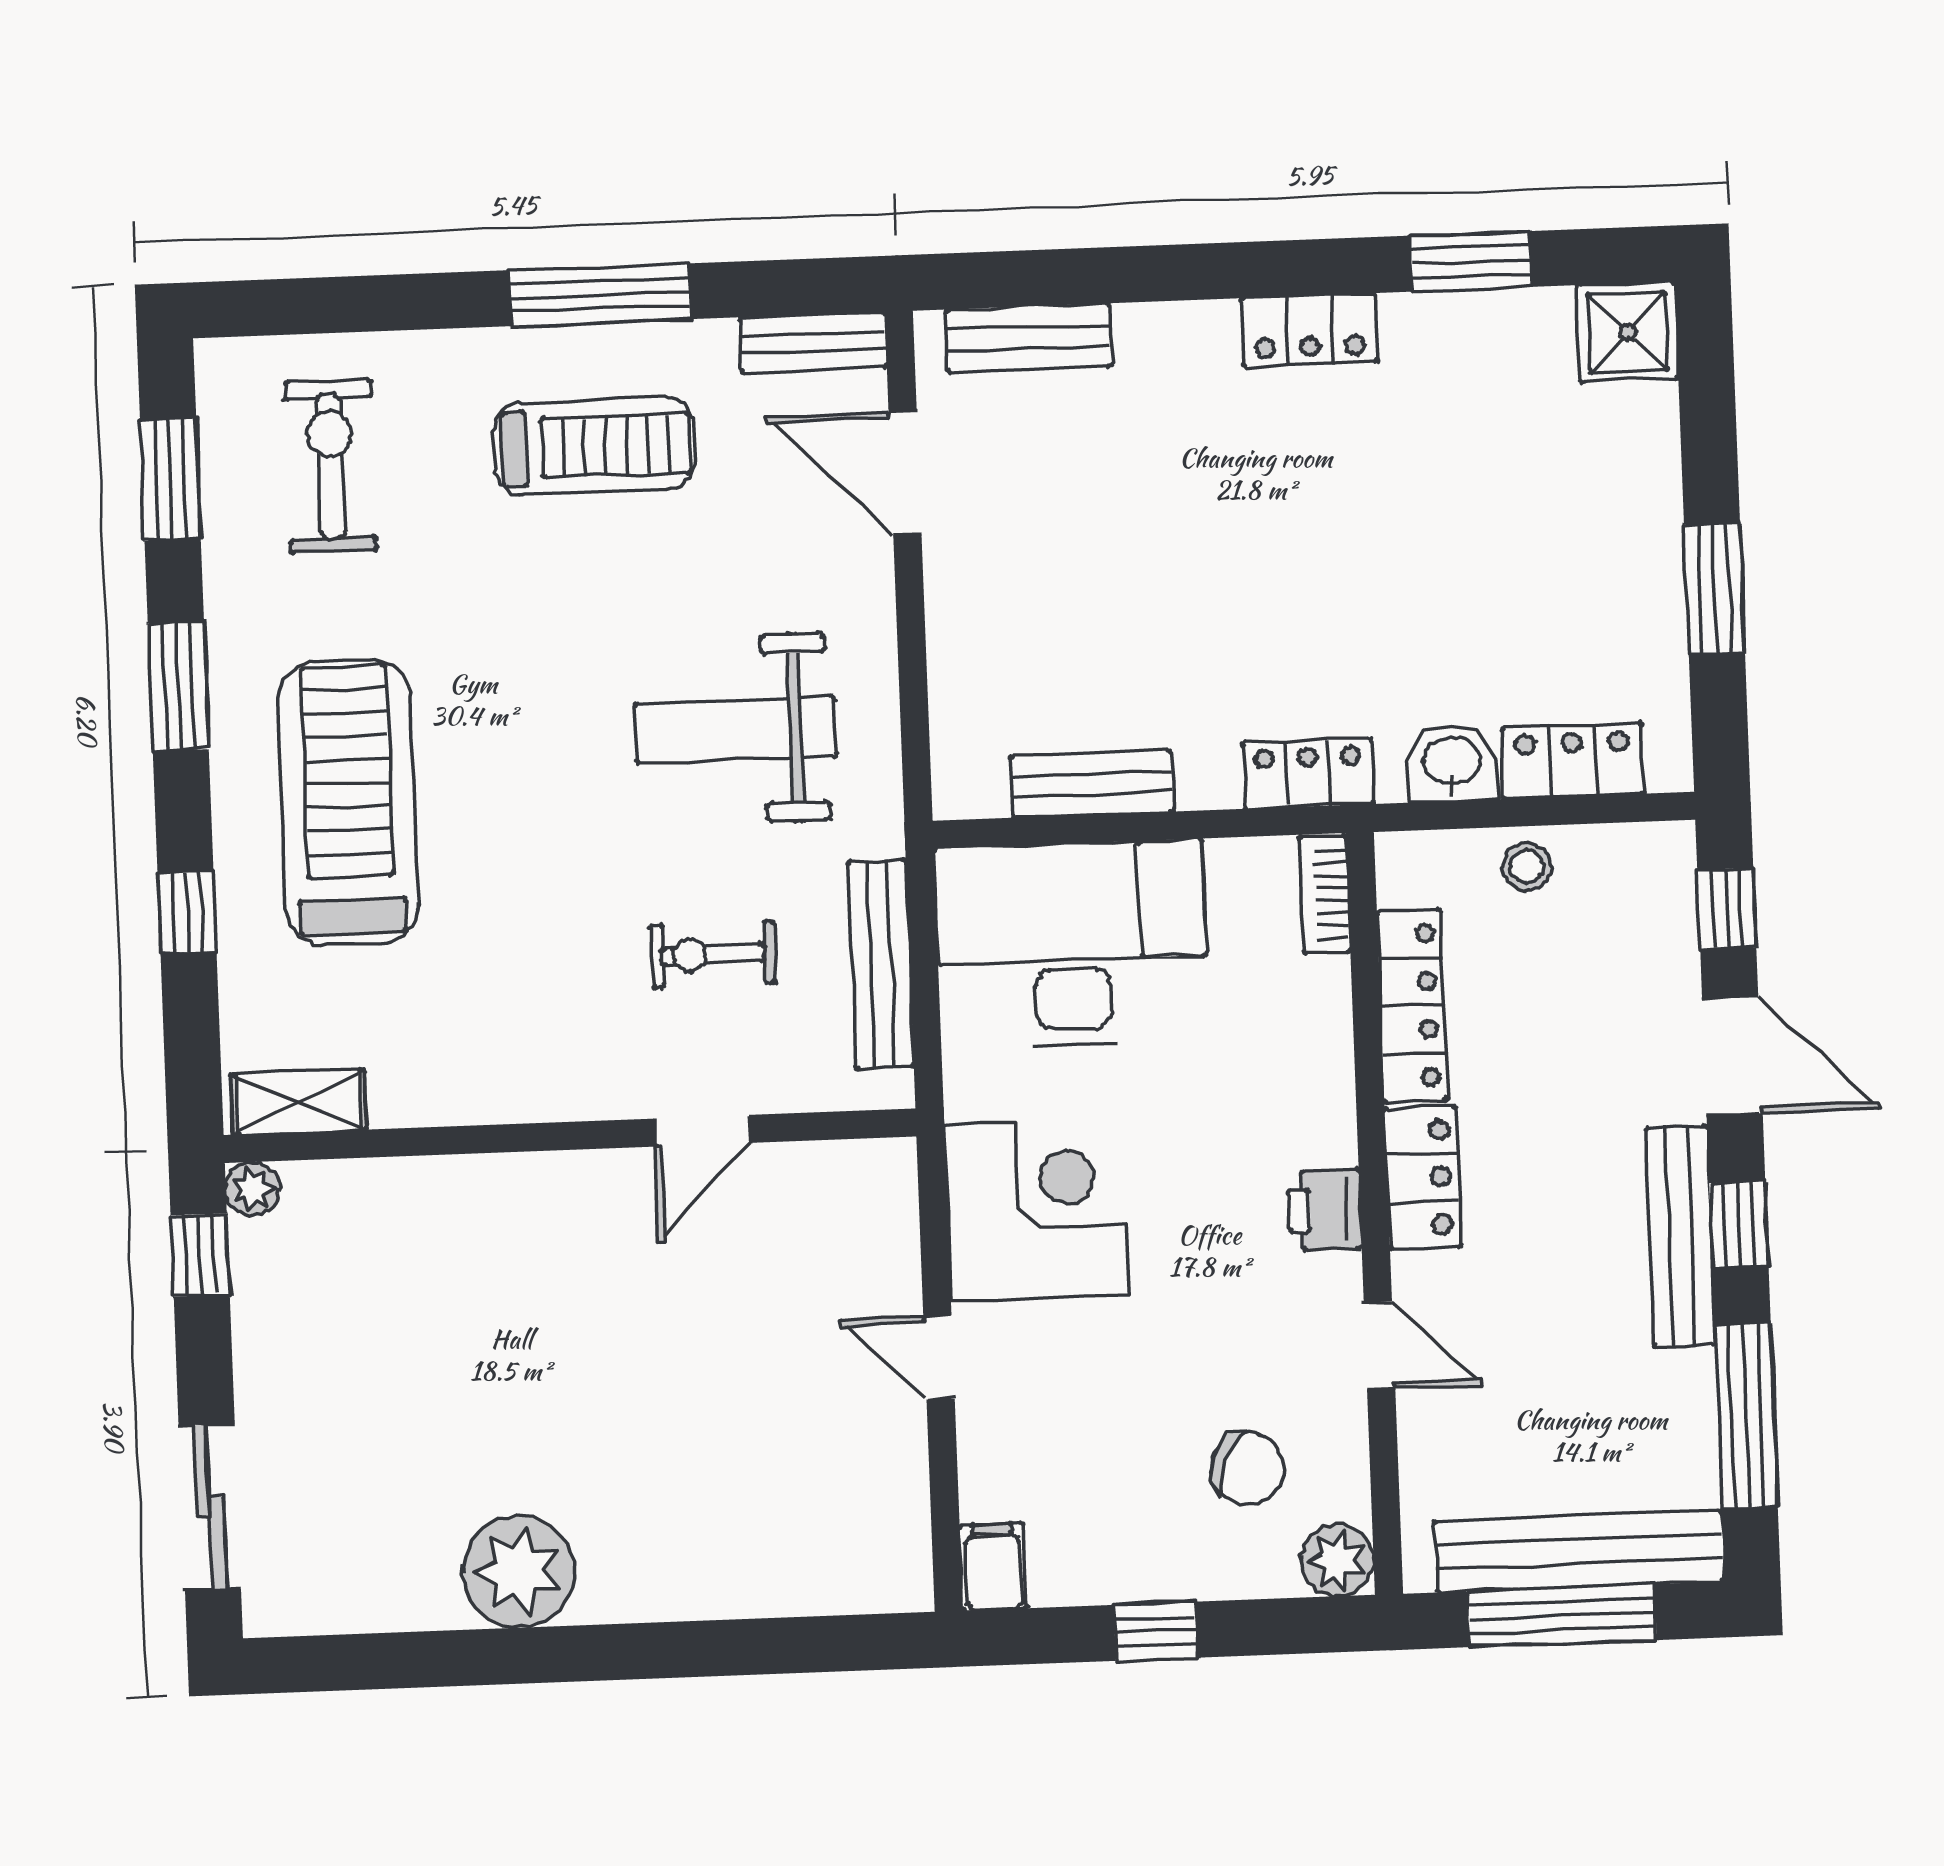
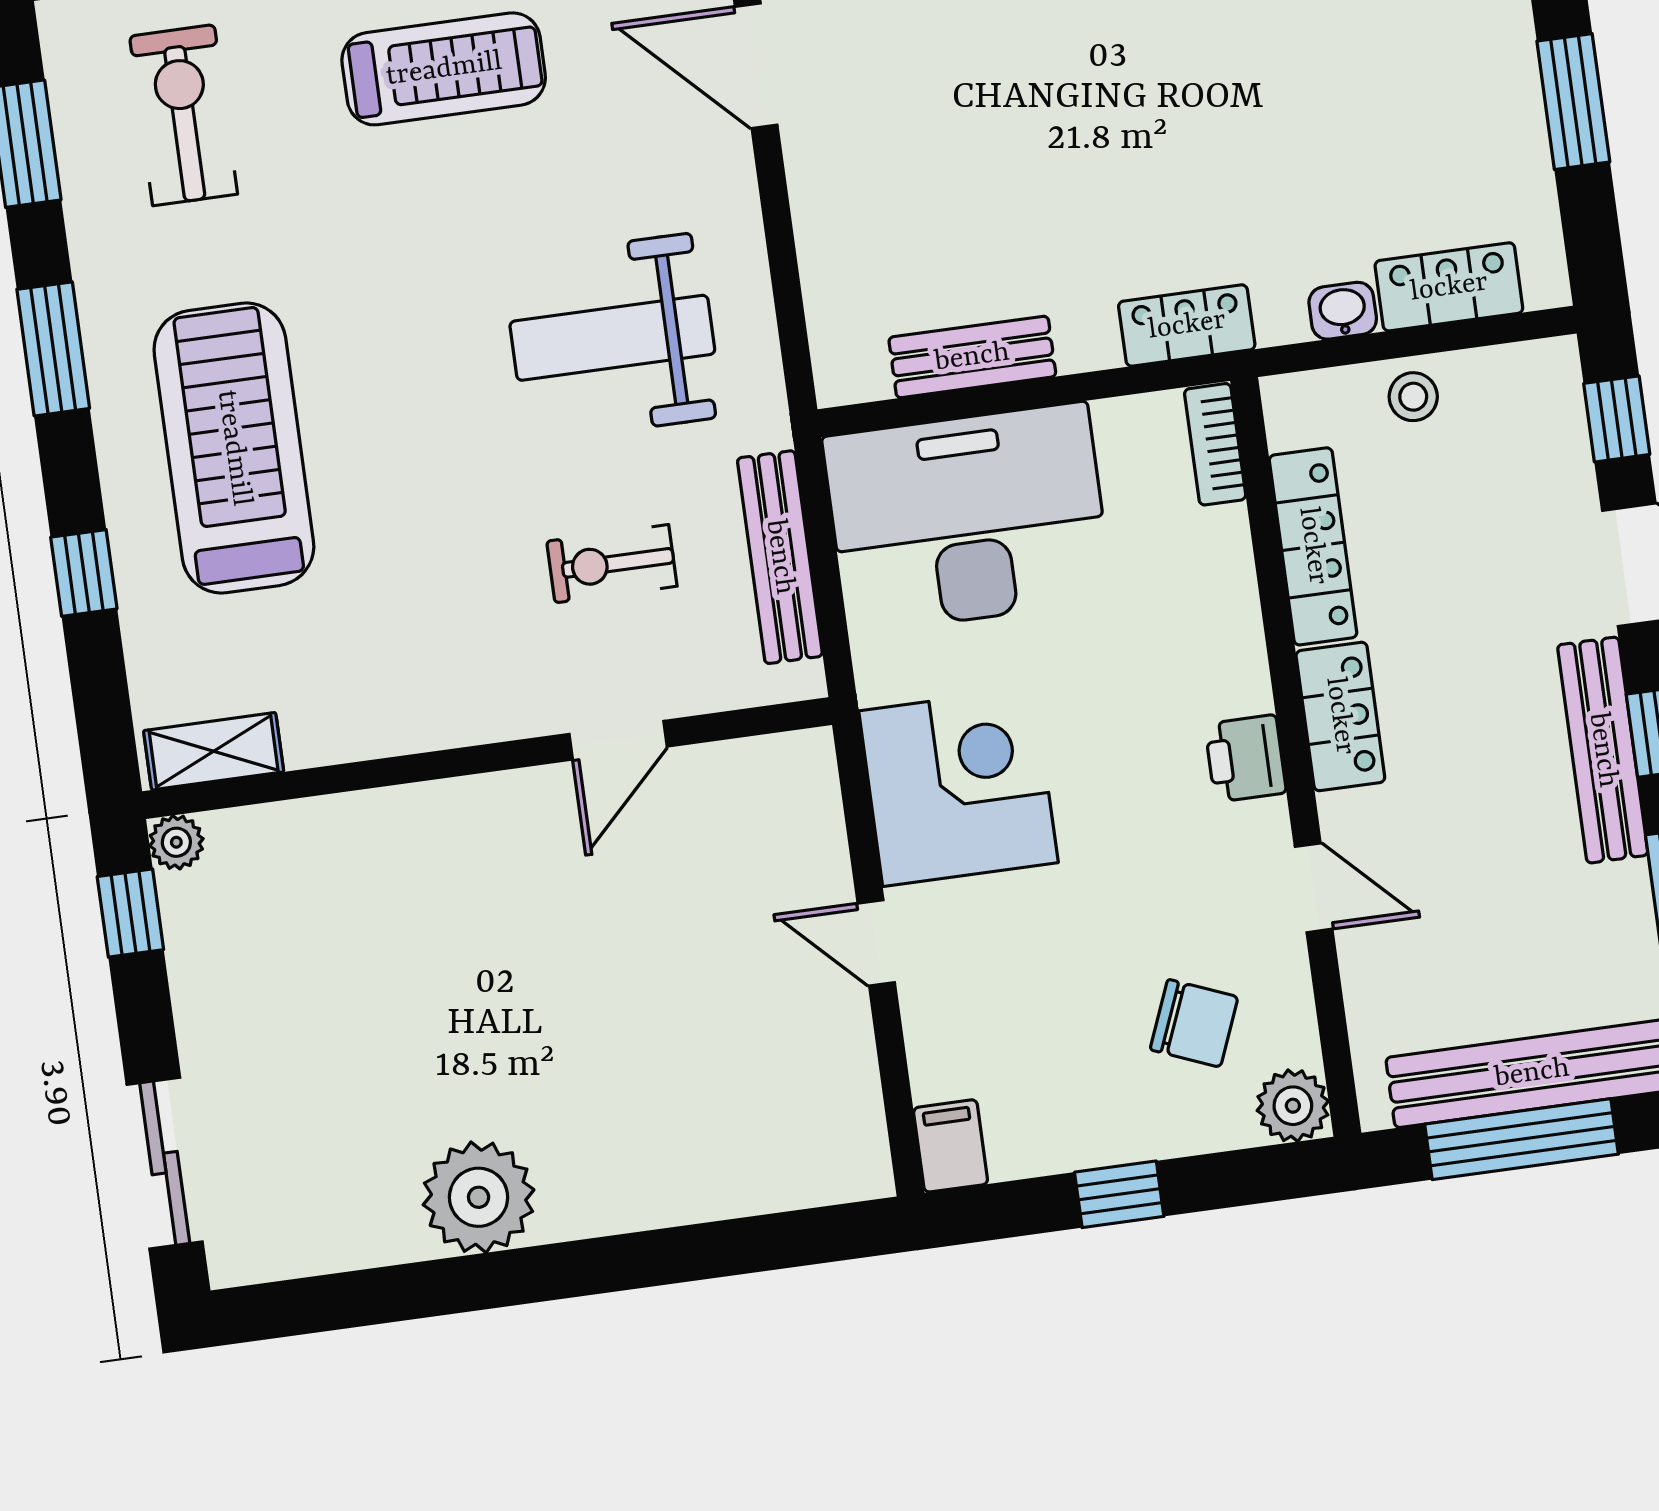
washbasin: (1452, 763) -> (1343, 311), width x0.72, depth x0.69

